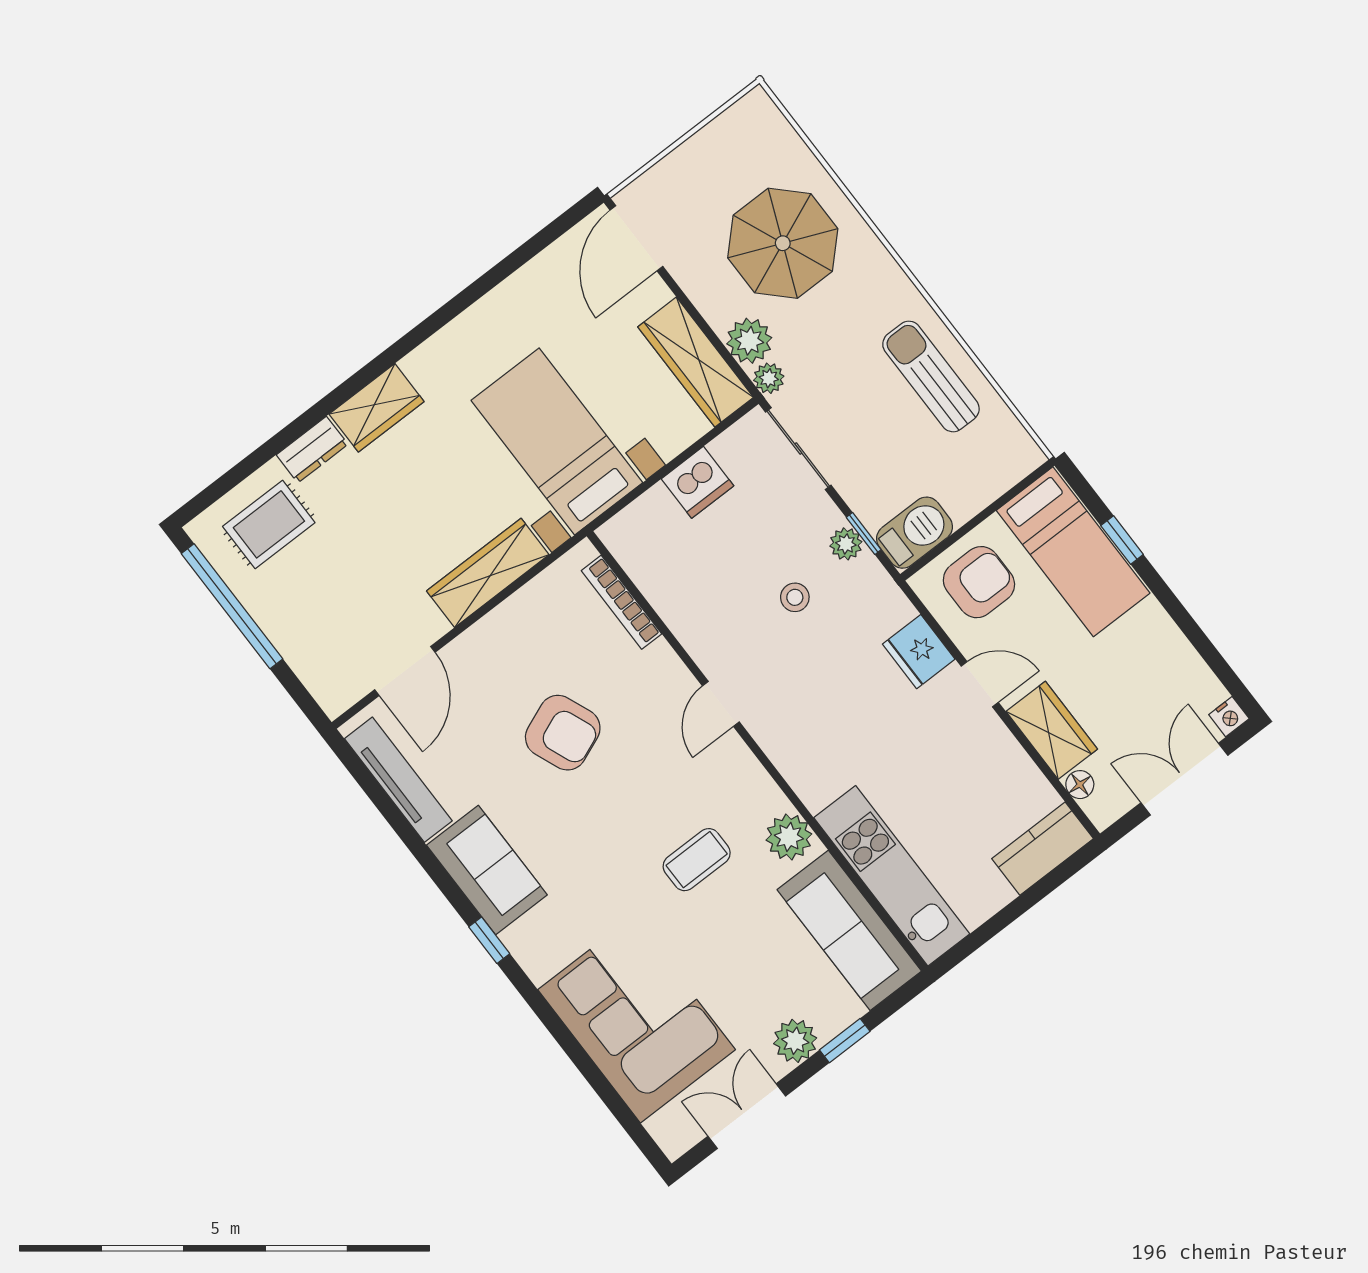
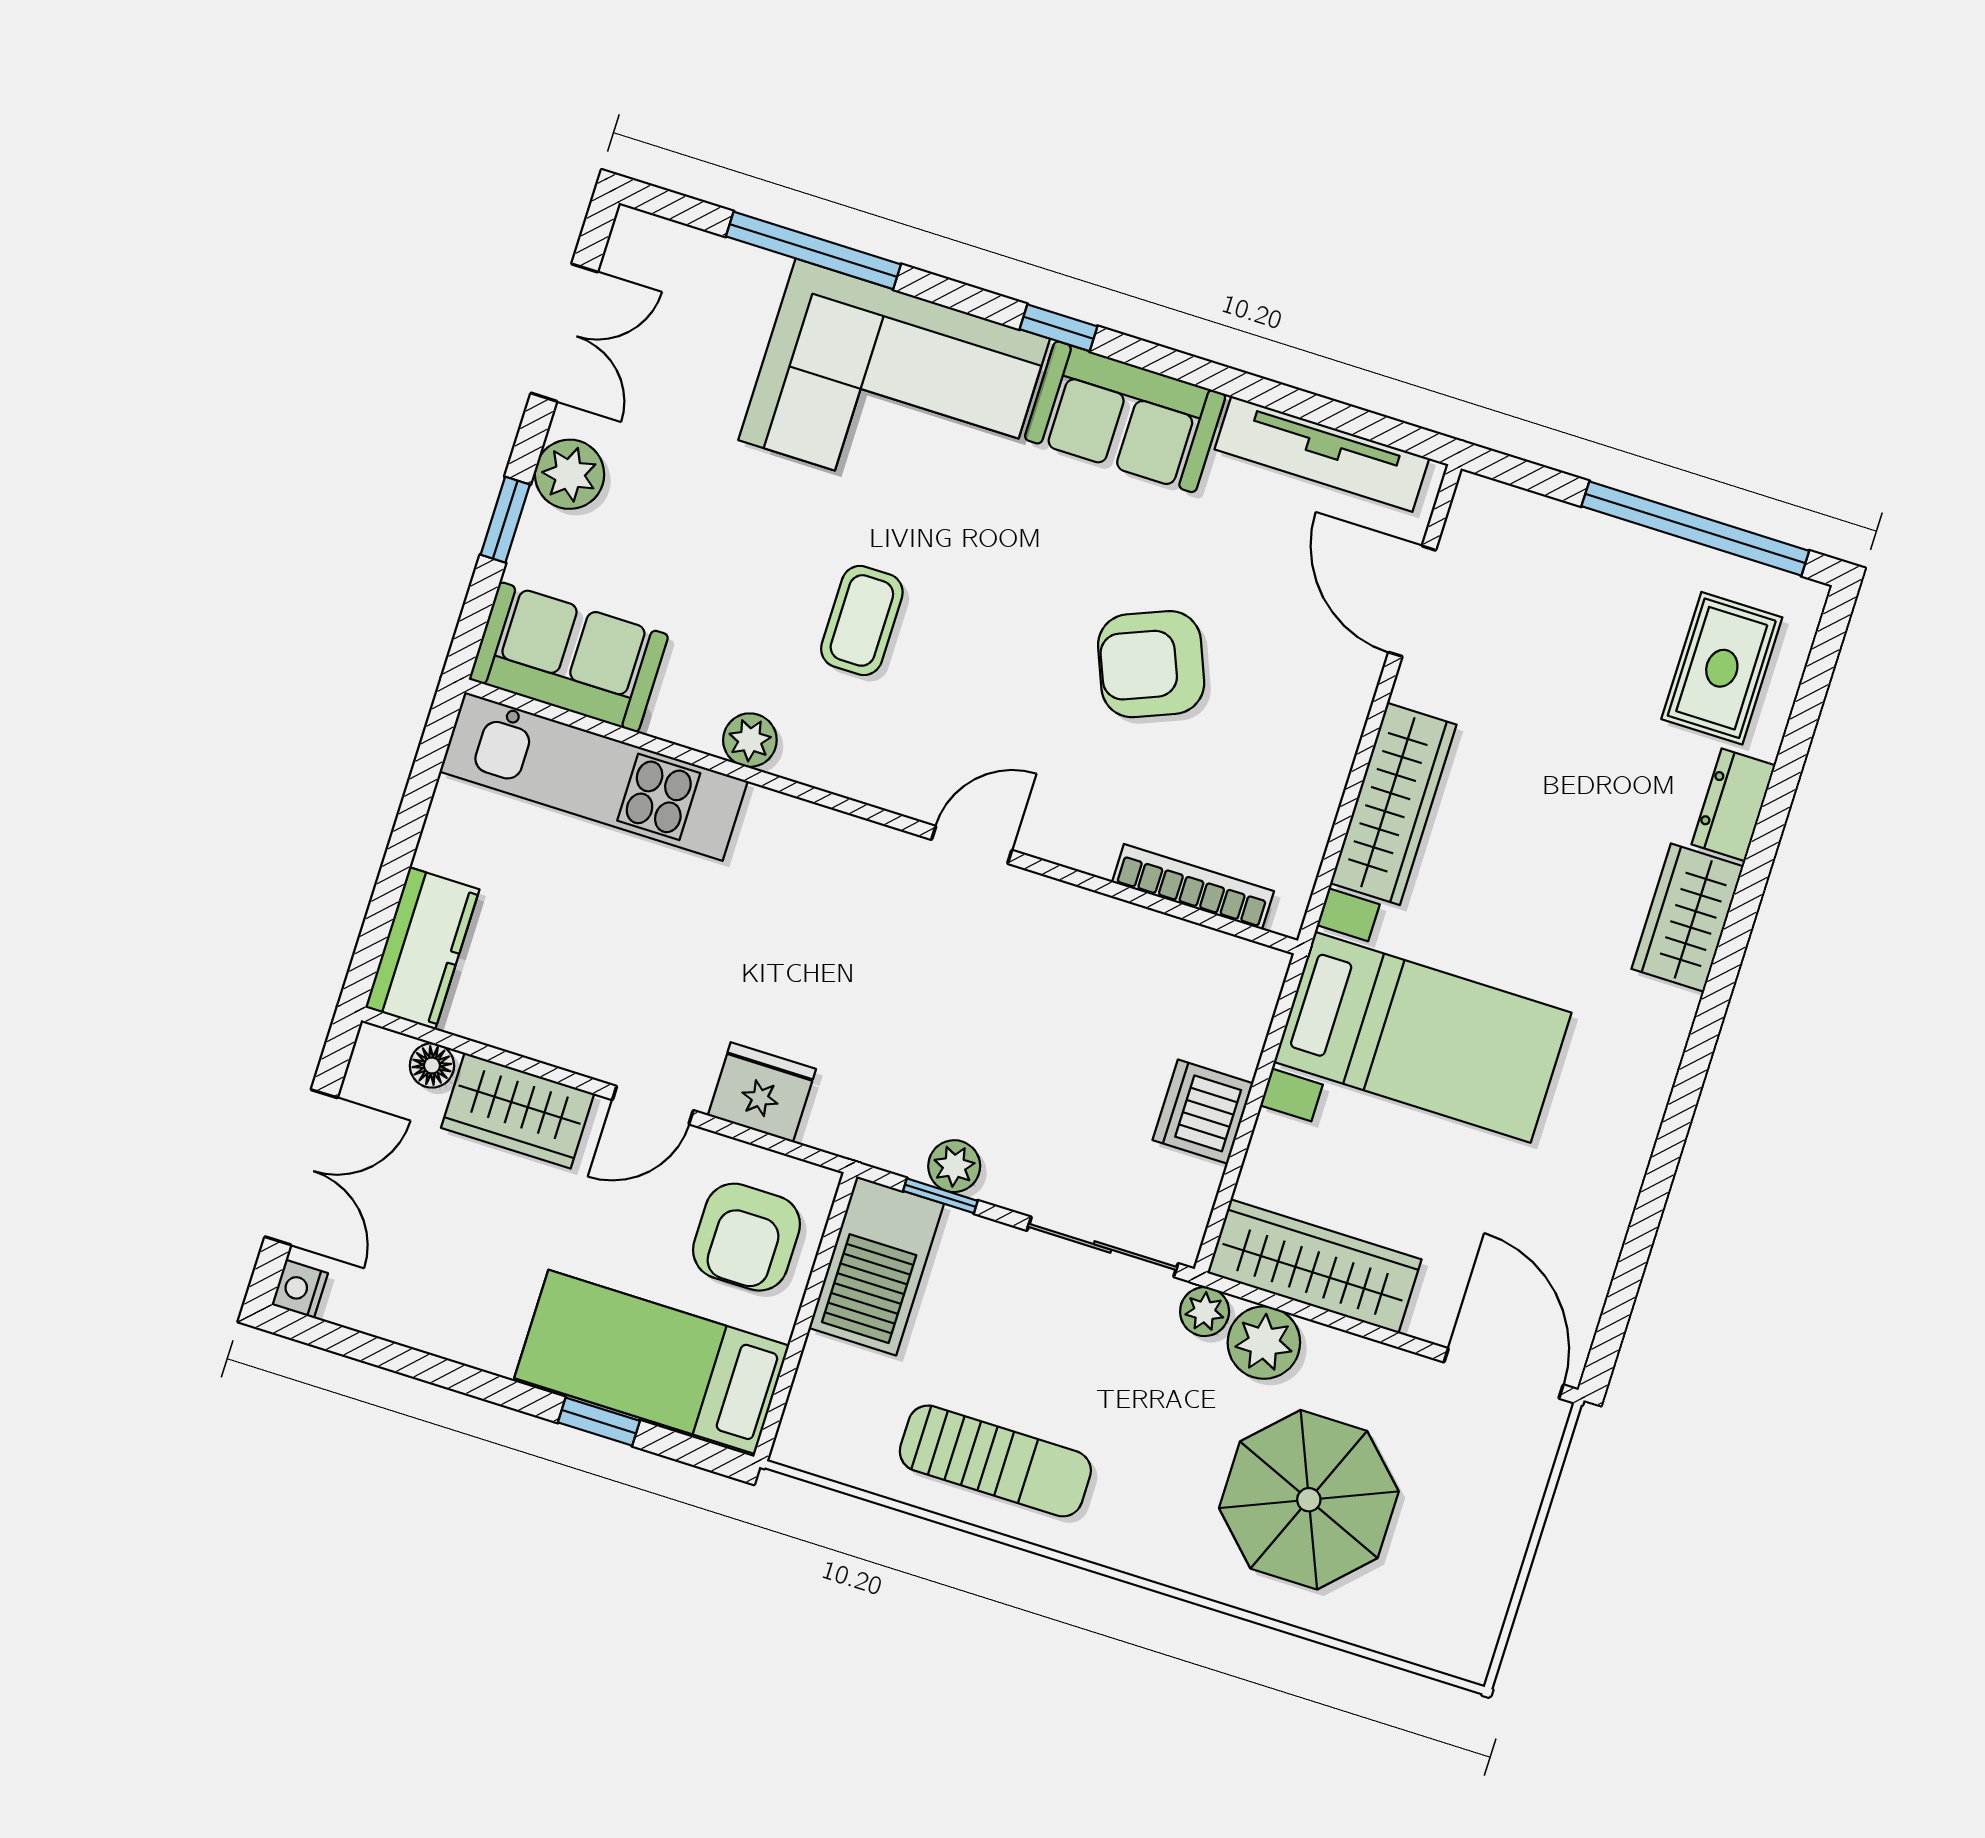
barbecue: (915, 533) -> (876, 1266), width x1.37, depth x1.21
stool: (795, 597) -> (972, 1050), removed
door: (721, 704) -> (972, 845), hinge flipped
plant: (789, 837) -> (750, 740), width x0.73, depth x0.73
sofa: (849, 930) -> (569, 657), width x0.73
corner sofa: (637, 1020) -> (894, 389), moved
window: (588, 1069) -> (813, 250), added

